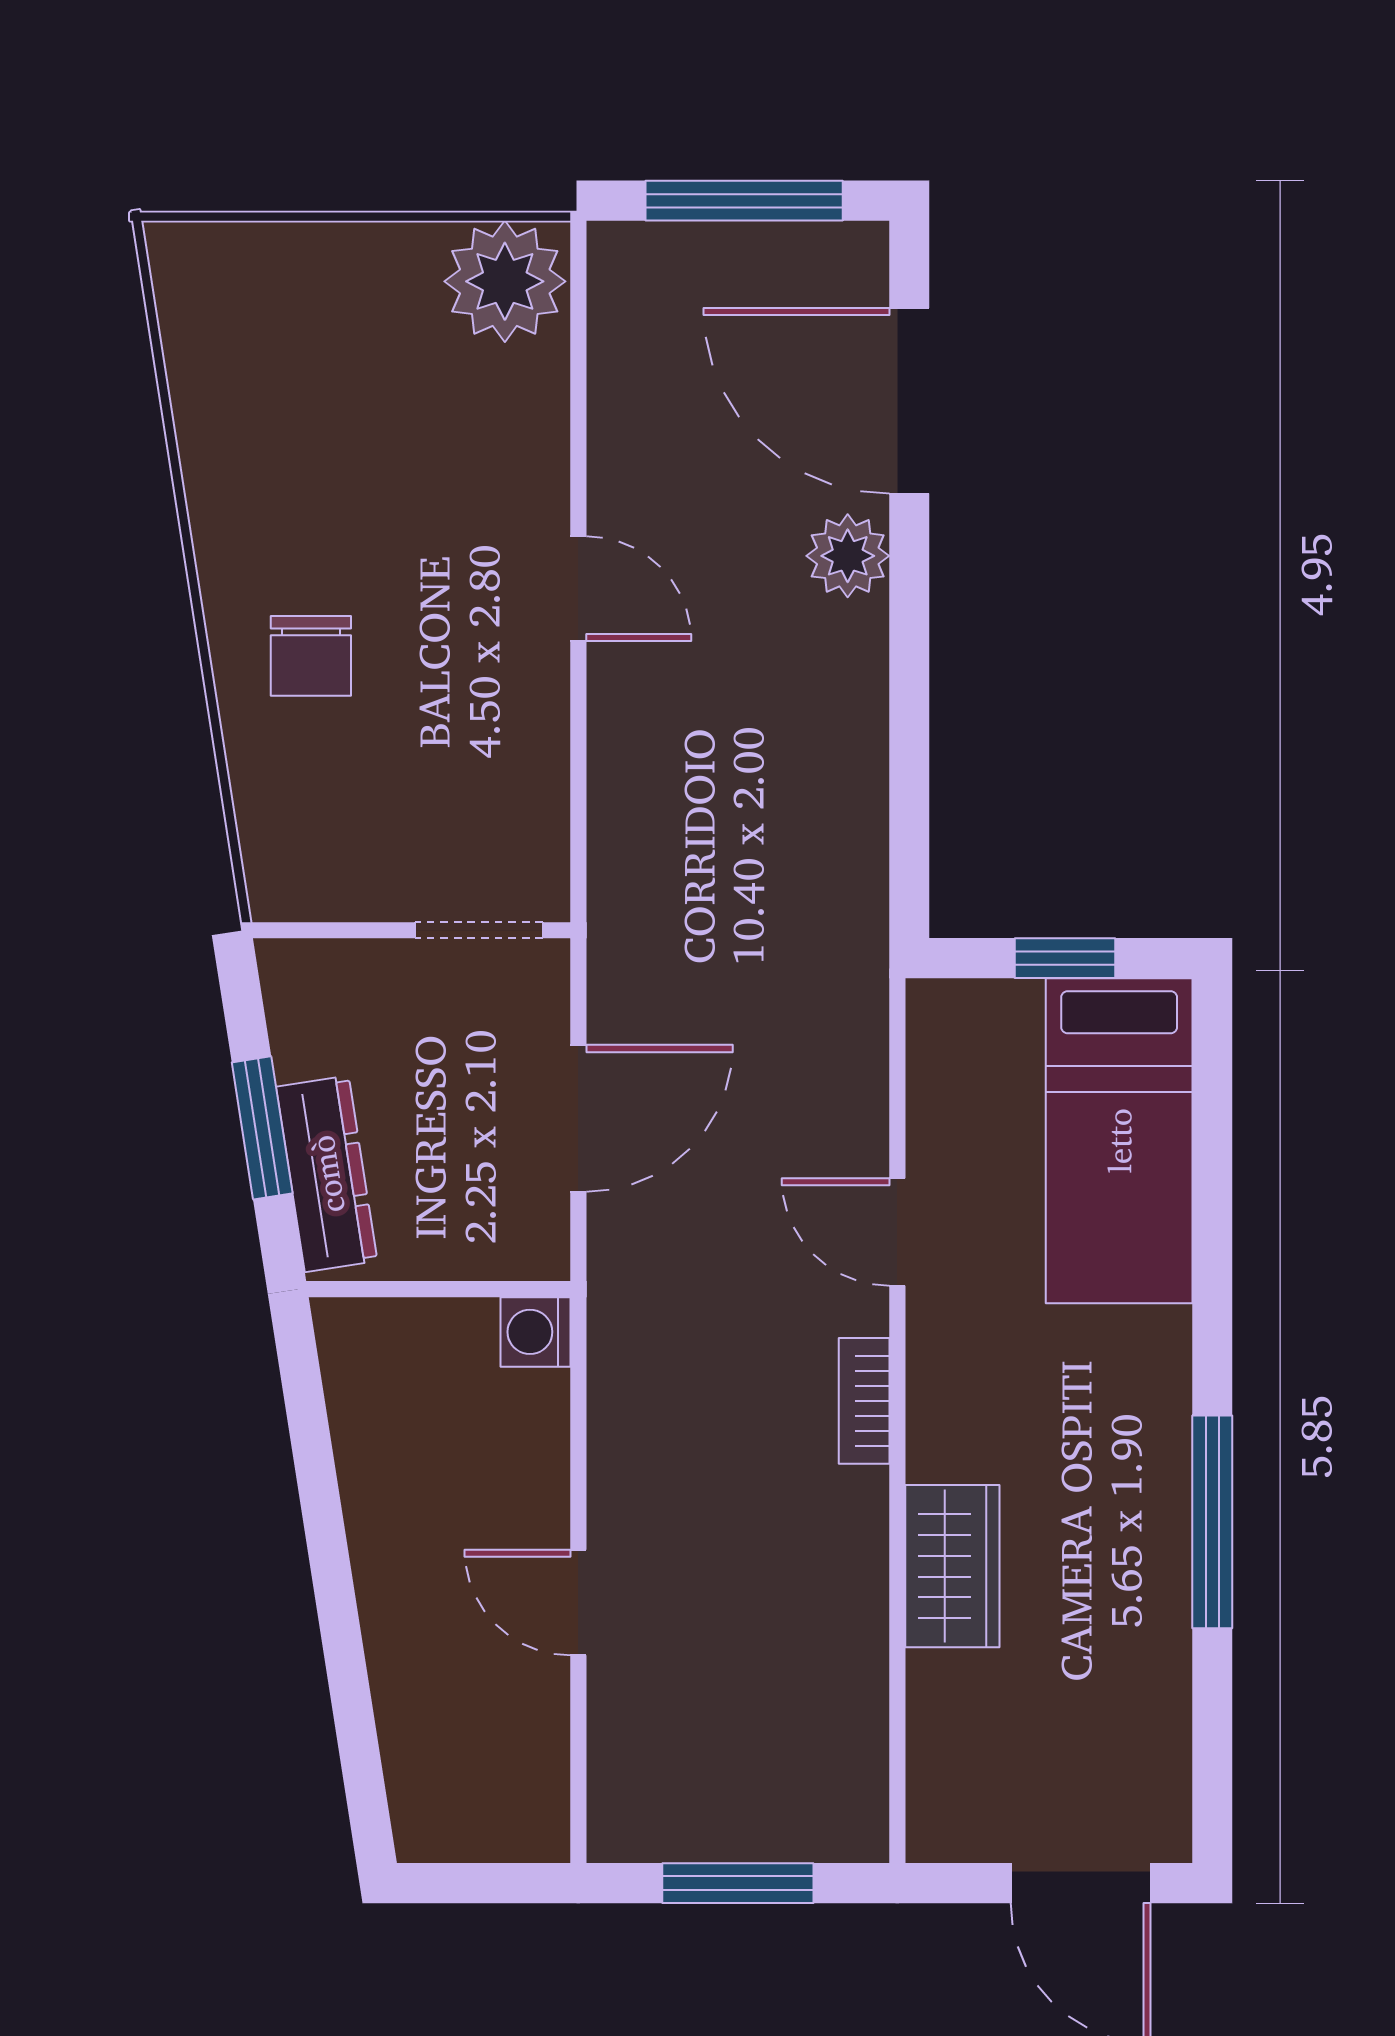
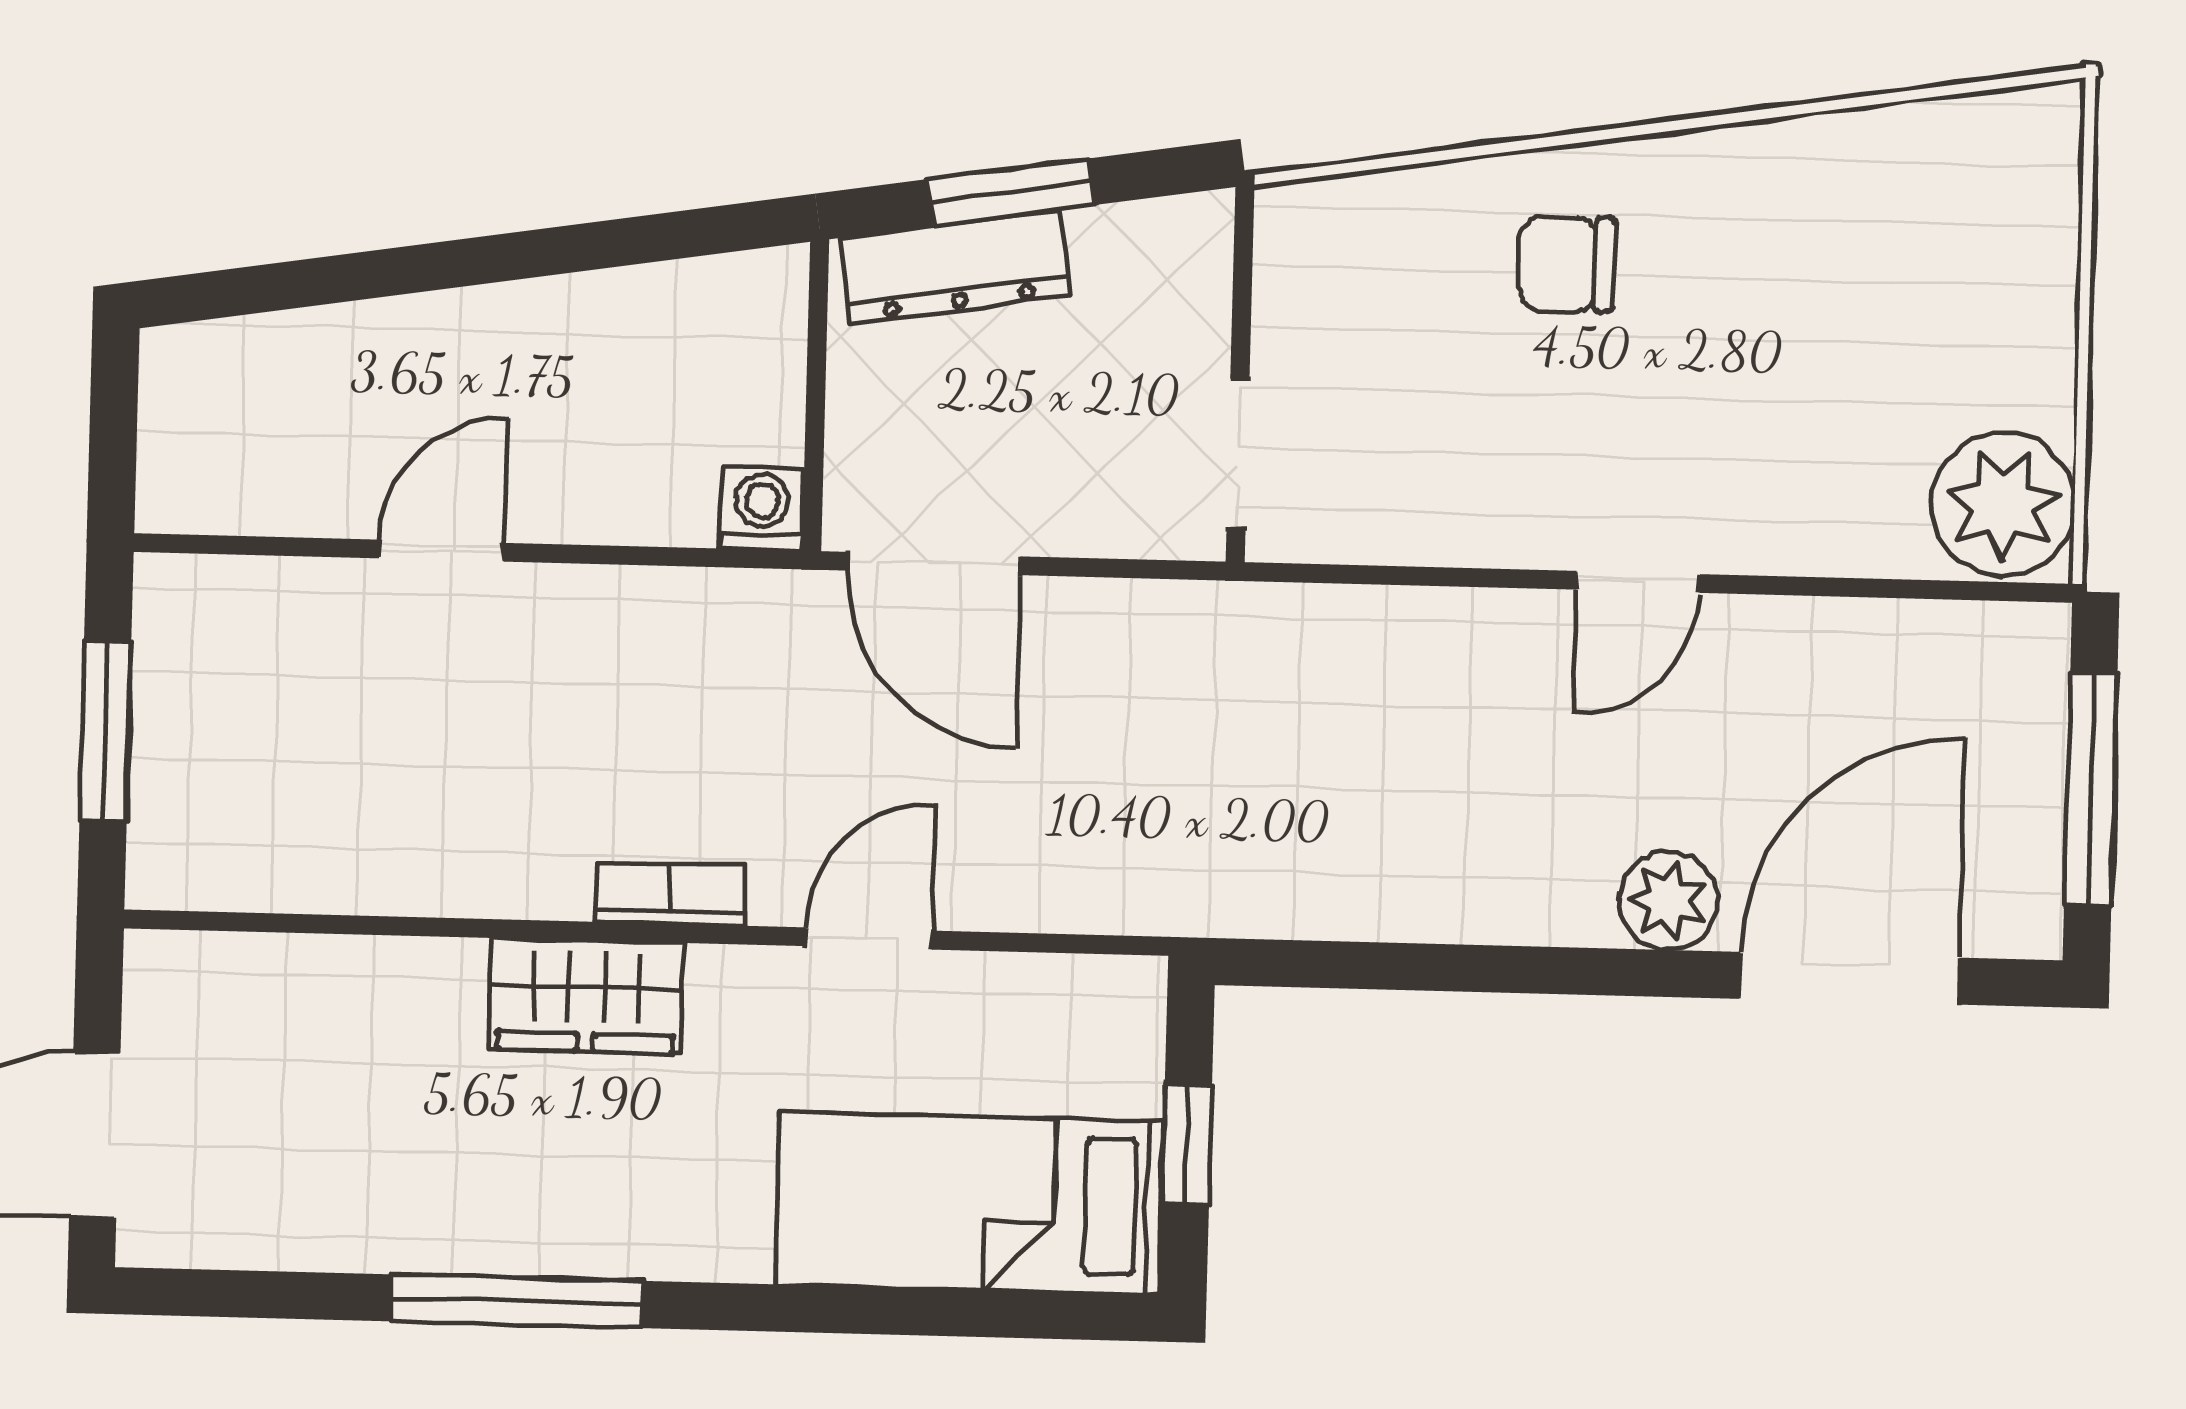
door: (578, 1118) -> (934, 563), moved
wardrobe: (952, 1566) -> (586, 996), moved

